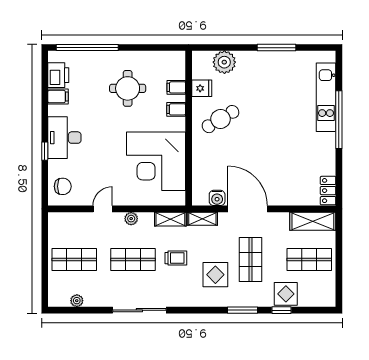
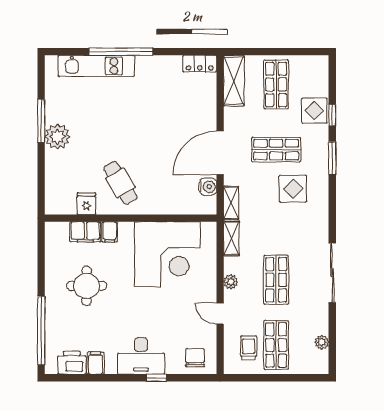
plant: (224, 62) -> (57, 137), moved
filing cabinet: (176, 87) -> (85, 232), width x2.00
trolley: (176, 258) -> (249, 348), moved

